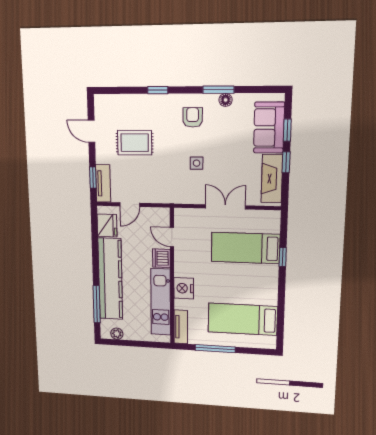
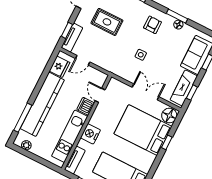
window: (286, 162) -> (192, 93), moved
floor lamp: (270, 222) -> (169, 116), added
bed: (245, 248) -> (143, 130), width x1.50

